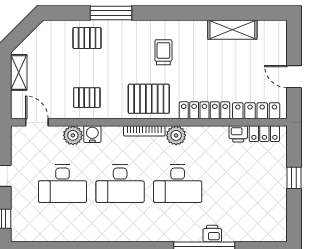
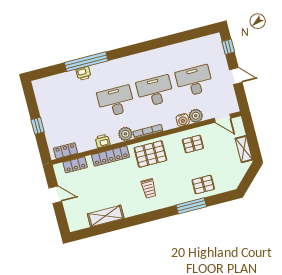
locker: (256, 111) -> (75, 165), width x0.66
printer: (238, 134) -> (102, 141), moved

